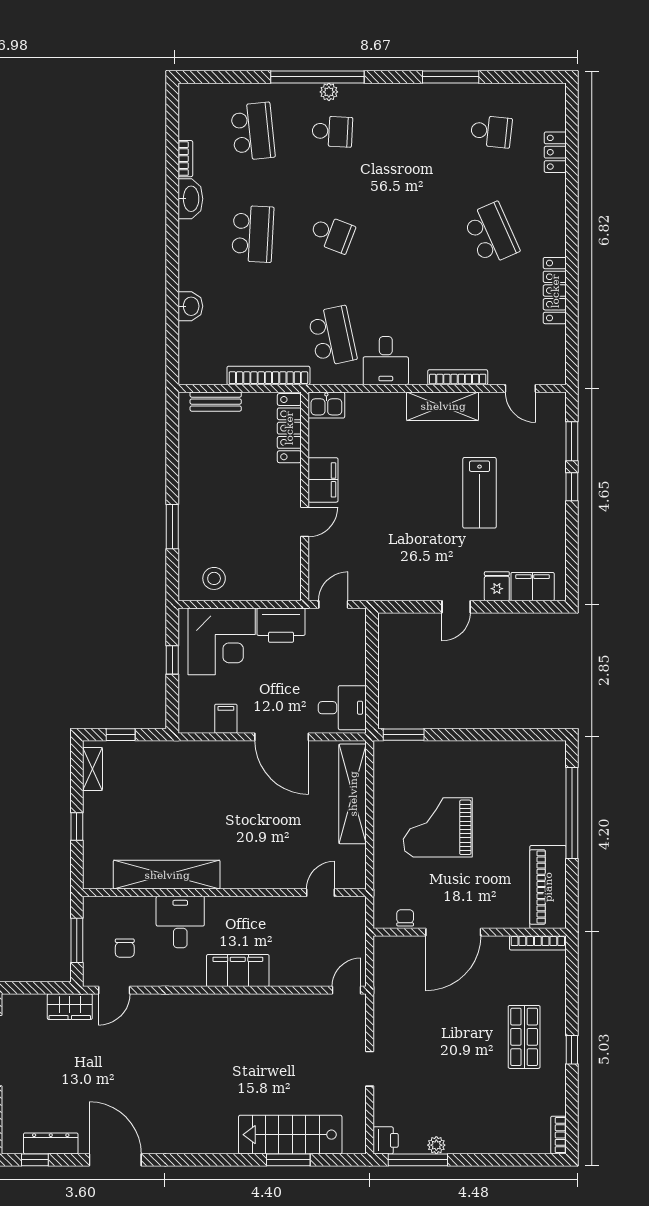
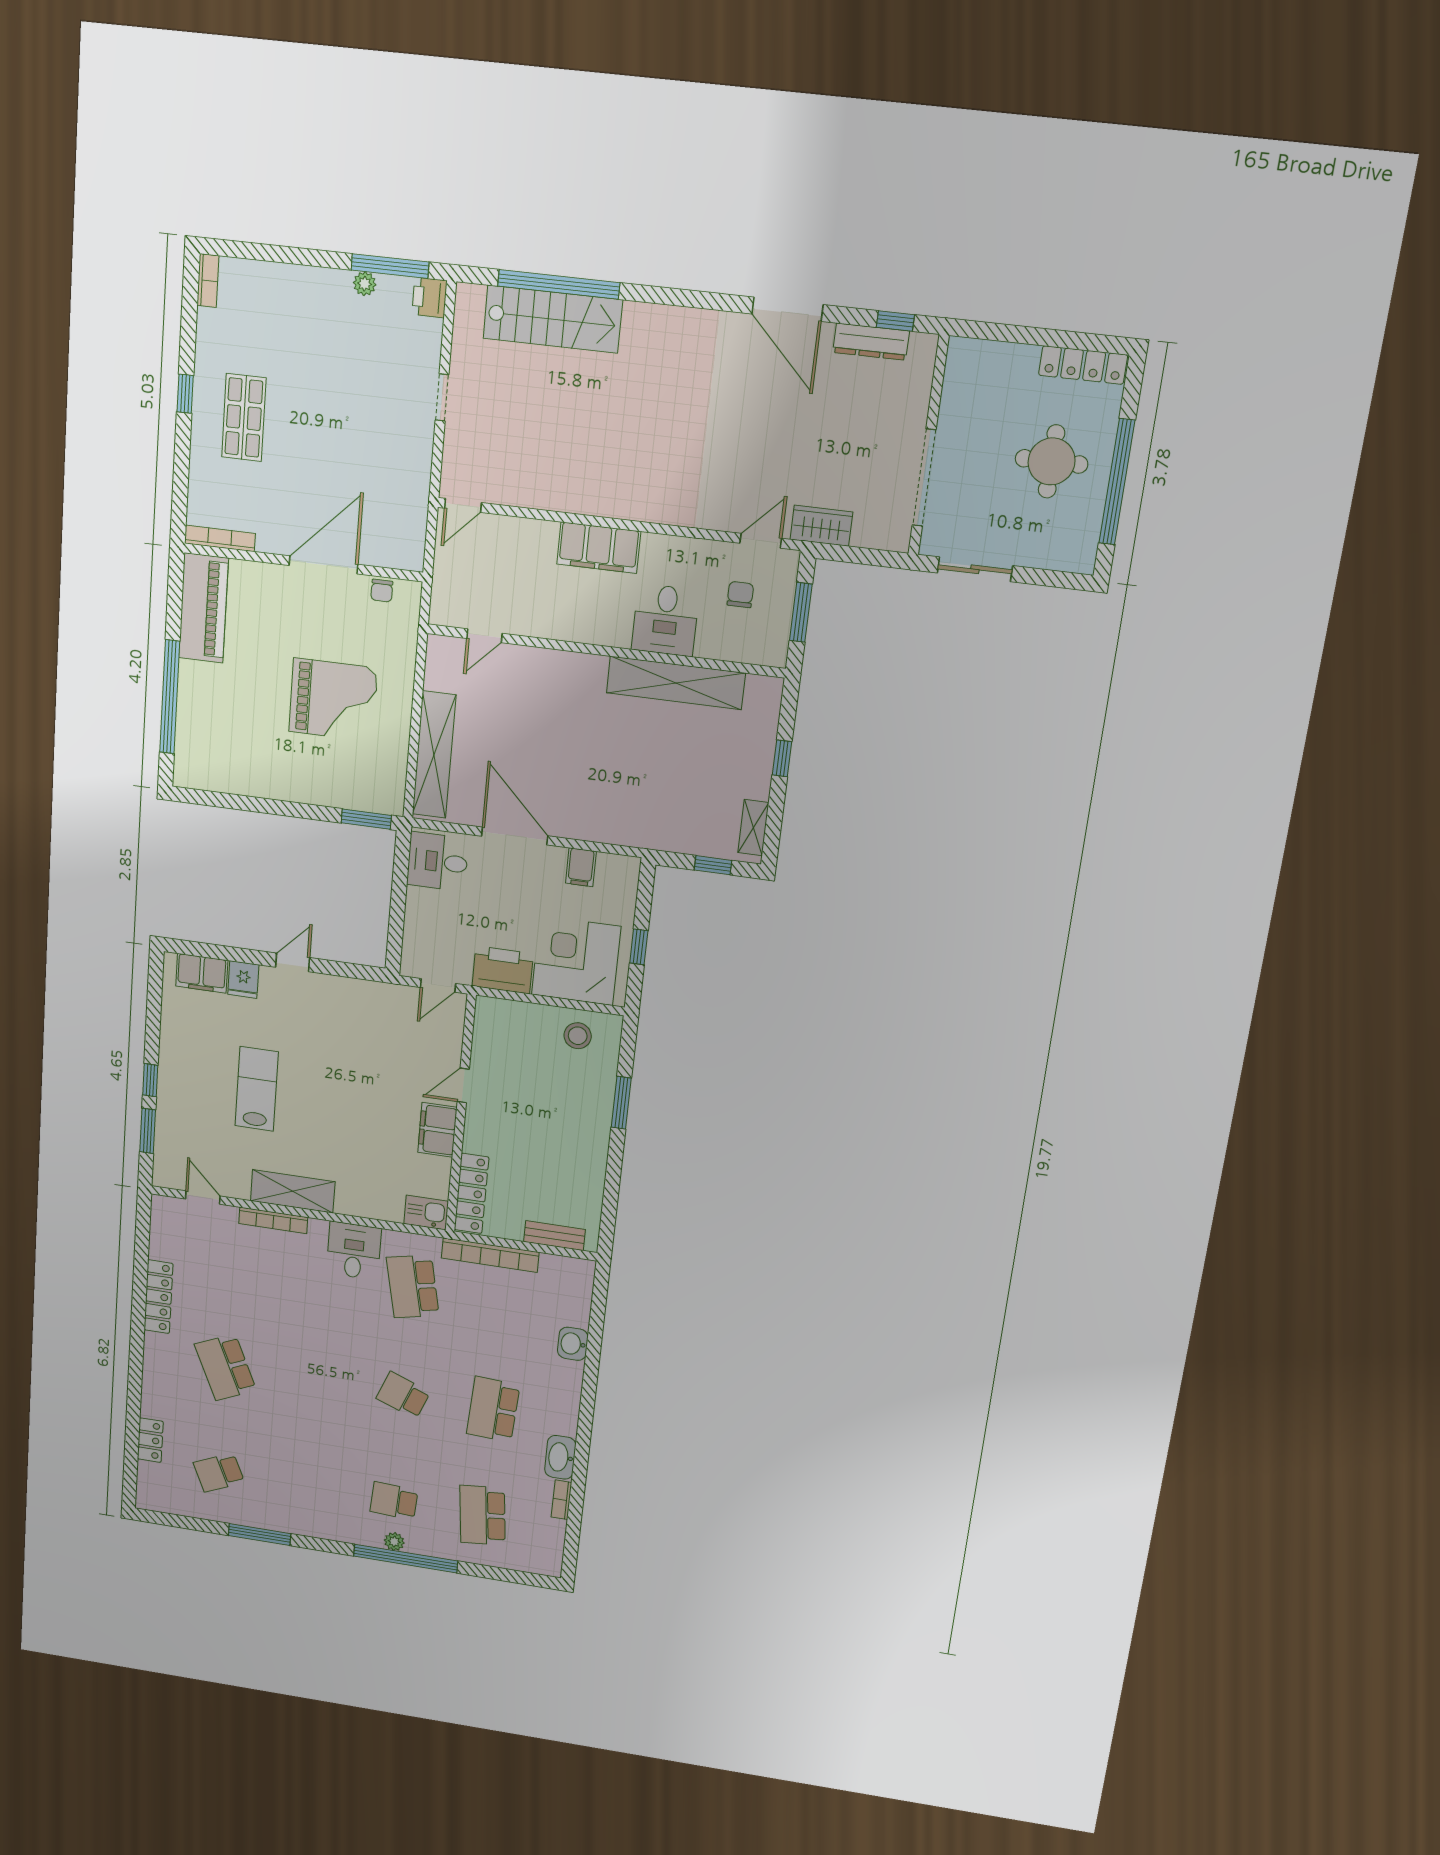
school desk: (491, 131) -> (219, 1473), turned -30
window: (288, 1160) -> (559, 284), width x2.11

